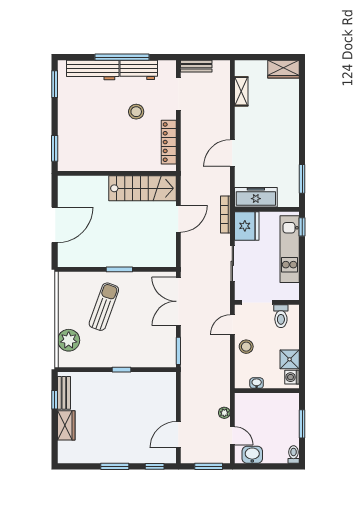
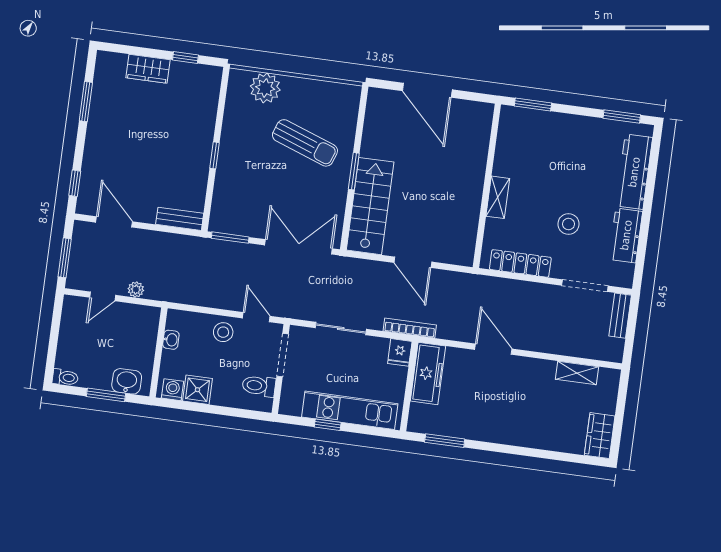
window: (122, 57) -> (646, 215), removed
shelving: (124, 165) -> (498, 197), added
stairs: (142, 188) -> (370, 206), moved, turned 180
fridge: (247, 226) -> (400, 352), width x0.53, depth x0.75
window: (302, 227) -> (328, 425), moved
bench: (64, 393) -> (180, 219), moved
washbasin: (252, 455) -> (127, 381), moved, turned -90
window: (115, 466) -> (86, 102), moved

